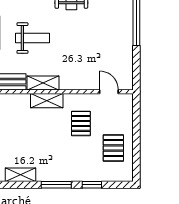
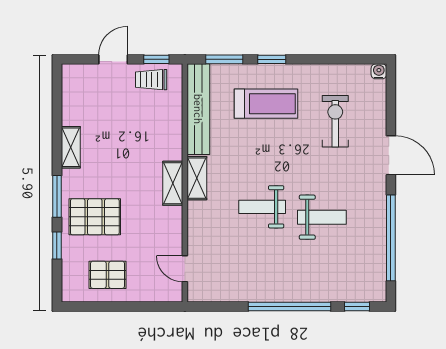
weight bench: (33, 38) -> (262, 207), moved, turned 90
door: (109, 92) -> (185, 269), swing flipped
pallet: (81, 123) -> (95, 217), moved, width x1.50, depth x1.42

